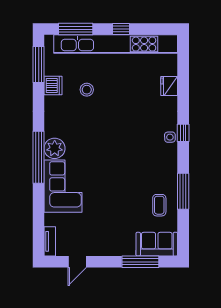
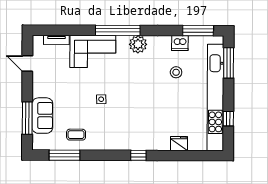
window: (121, 29) -> (228, 119), moved
side table: (170, 137) -> (101, 99), moved
plant: (55, 148) -> (138, 44), moved
window: (183, 191) -> (64, 155), moved
tv unit: (50, 241) -> (56, 40), moved
sofa: (157, 244) -> (42, 116), moved

